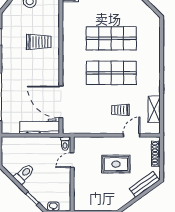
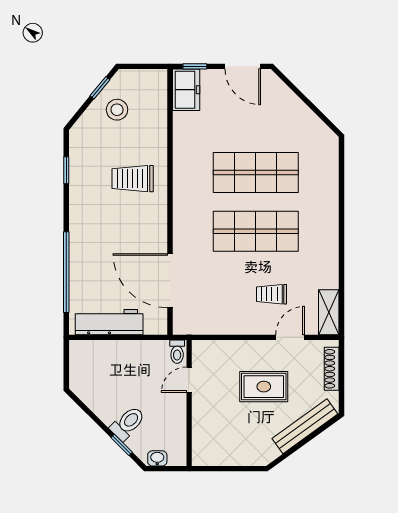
trolley: (39, 42) -> (133, 179), turned 180
shelving: (154, 109) -> (329, 312), moved
workbench: (40, 126) -> (109, 322), moved
toilet: (24, 174) -> (128, 423), moved
bench: (144, 184) -> (305, 426), width x1.36

